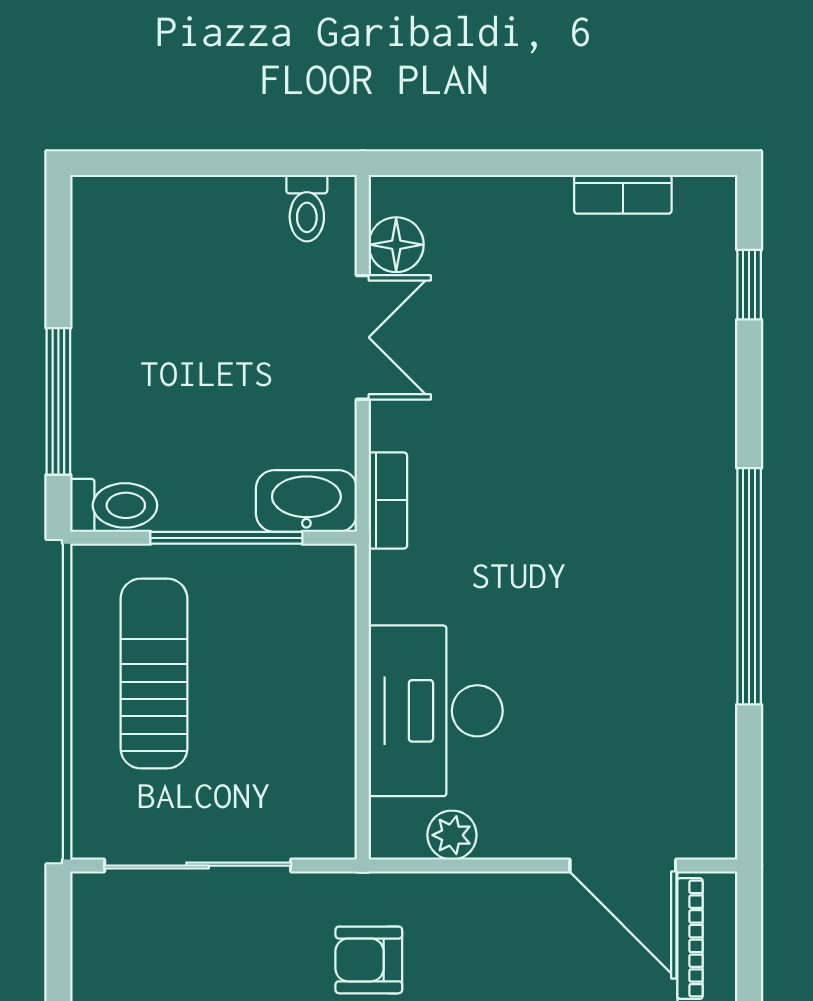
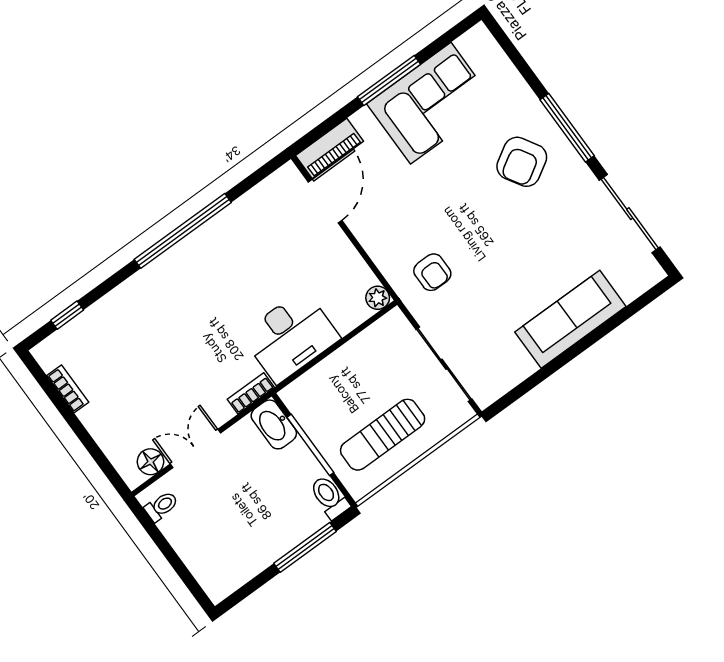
desk: (436, 711) -> (290, 336), moved
plant: (452, 835) -> (378, 298), moved

